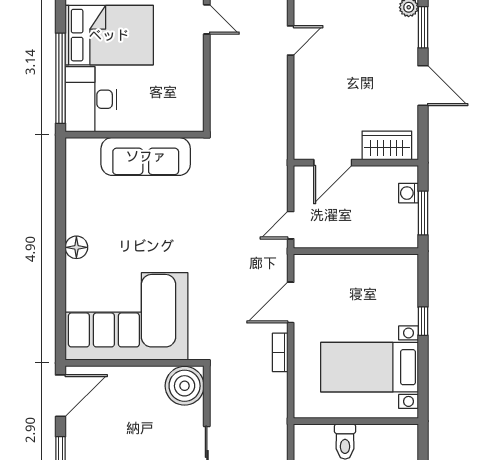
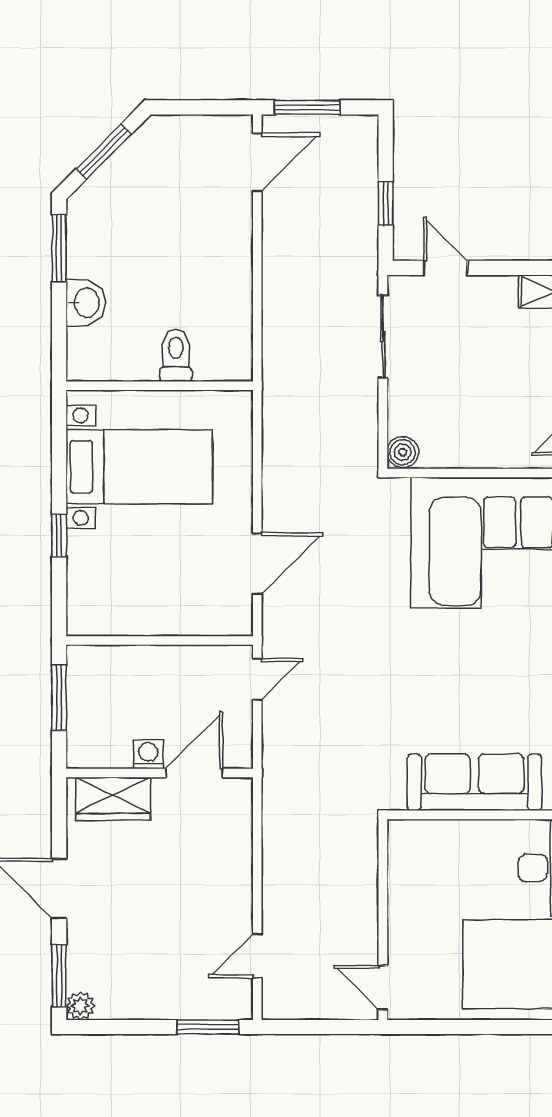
washing machine: (408, 193) -> (148, 754), moved, turned -90
bookcase: (280, 352) -> (273, 489), removed
boiler: (185, 386) -> (403, 452), width x0.54, depth x0.54

